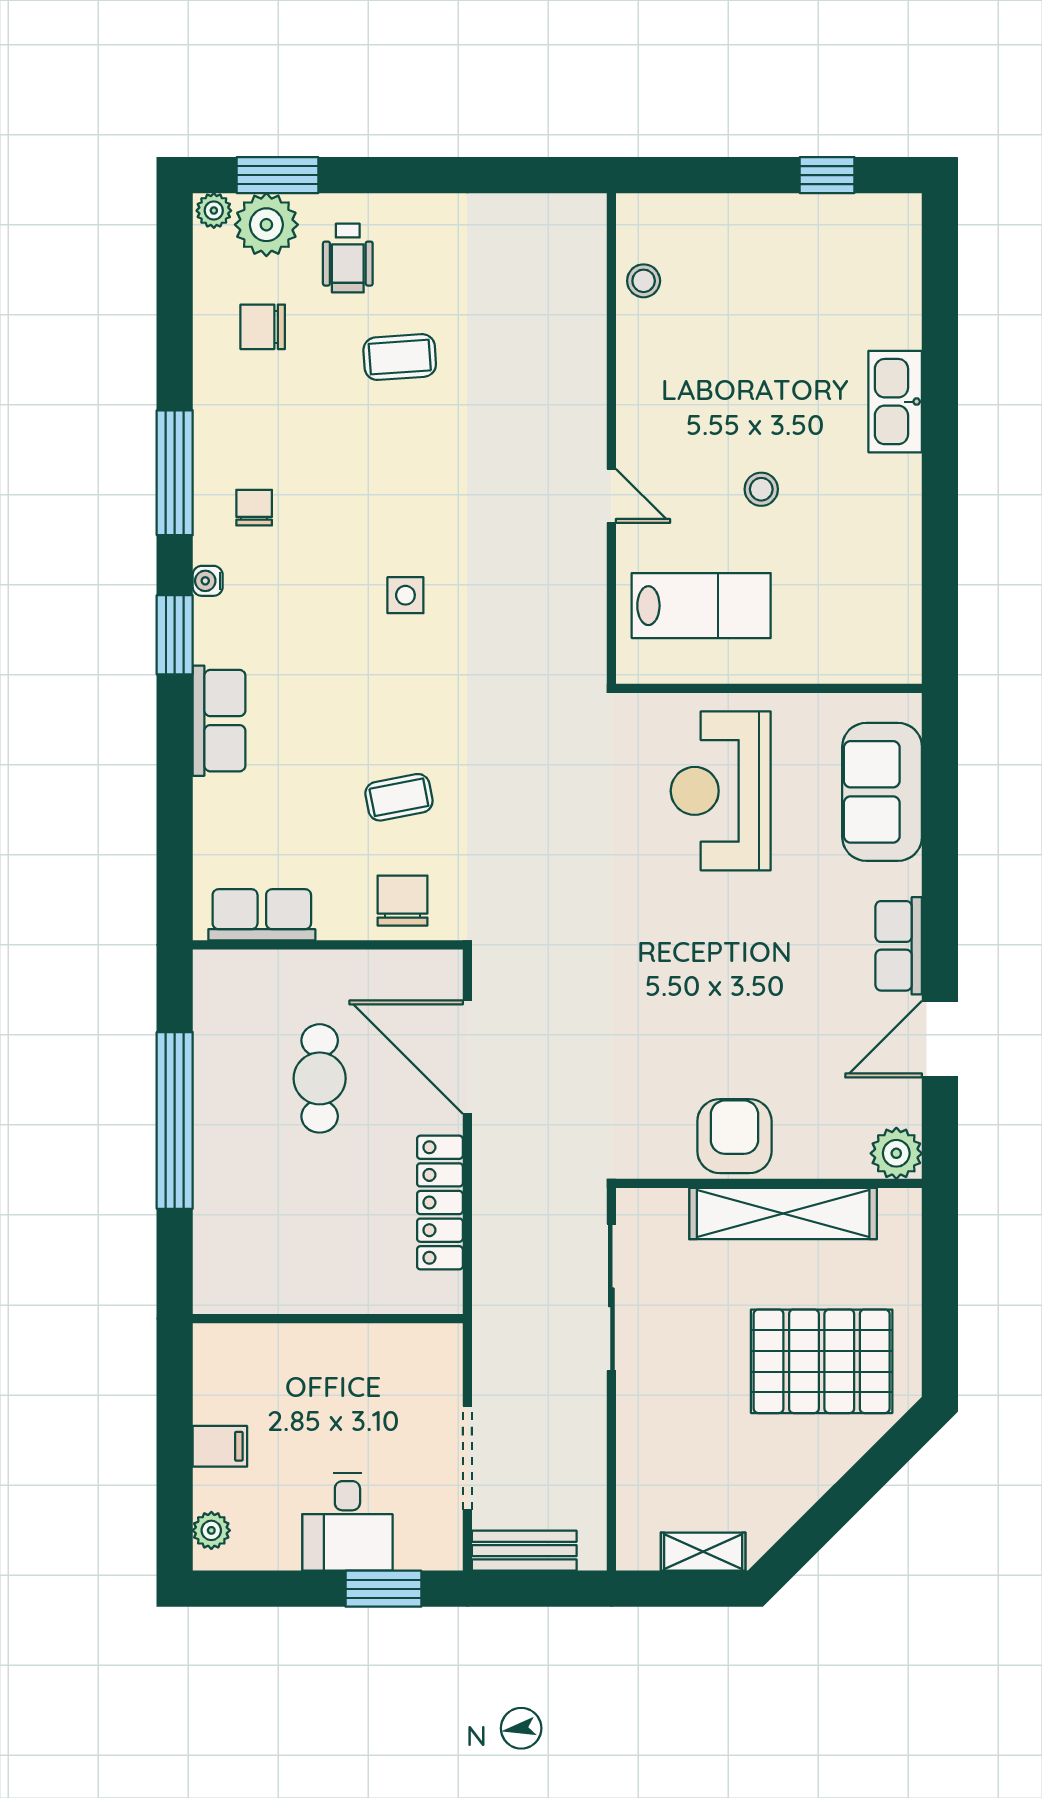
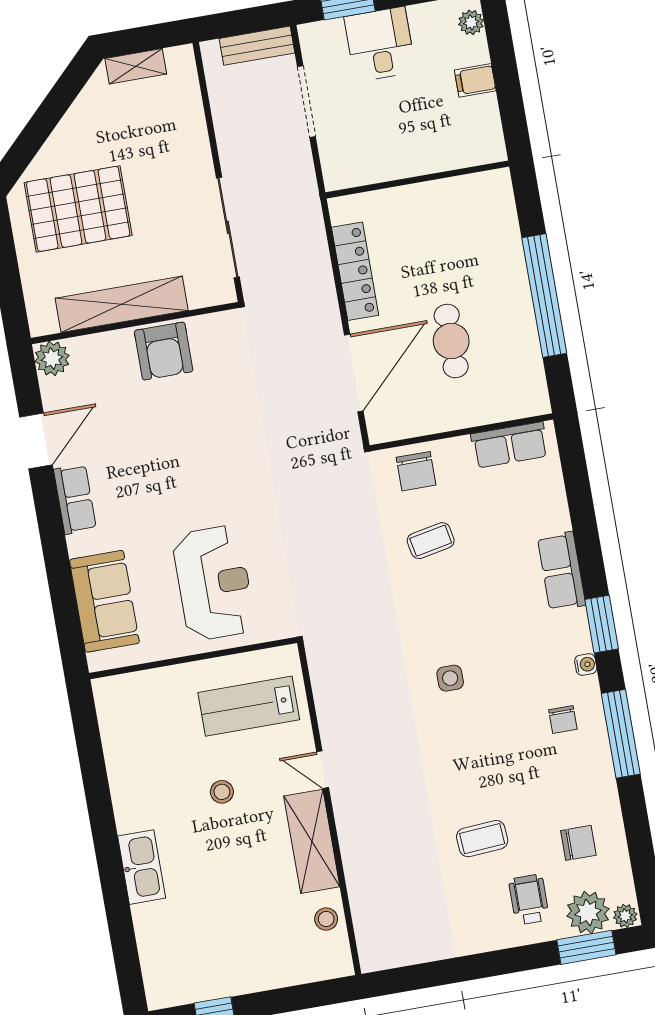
shelving: (645, 396) -> (312, 841), added
door: (467, 1057) -> (354, 373), hinge flipped

